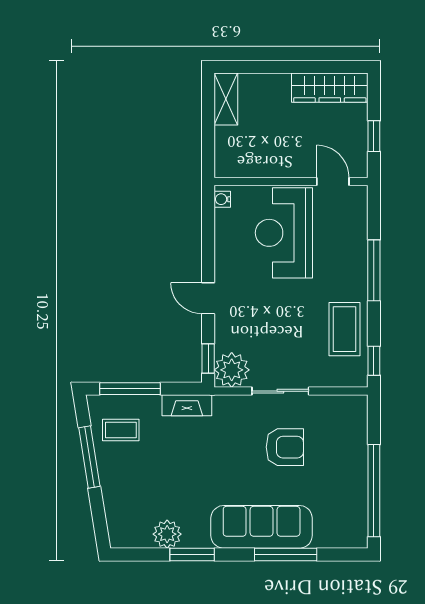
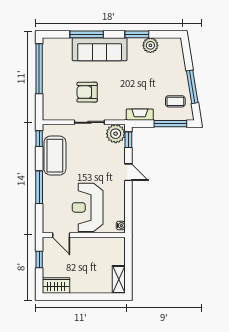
wardrobe: (330, 88) -> (56, 286), width x0.67
reception desk: (284, 233) -> (88, 207), turned 180
coffee table: (344, 329) -> (55, 156), width x1.36, depth x1.32

